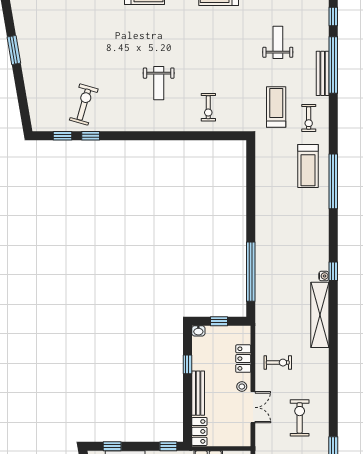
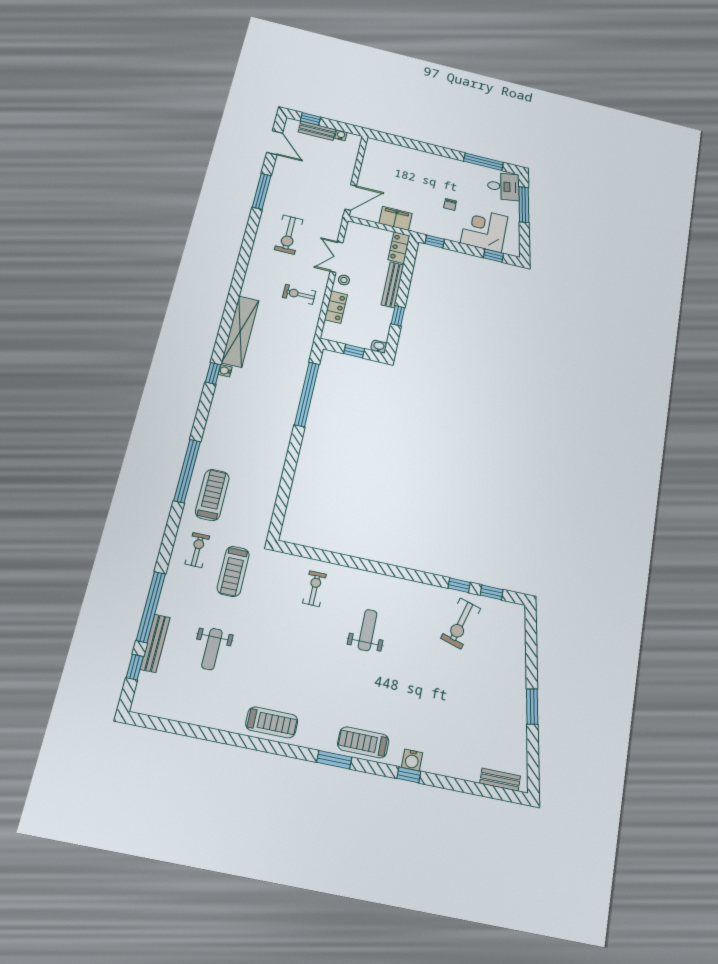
bench: (323, 73) -> (155, 643), moved

